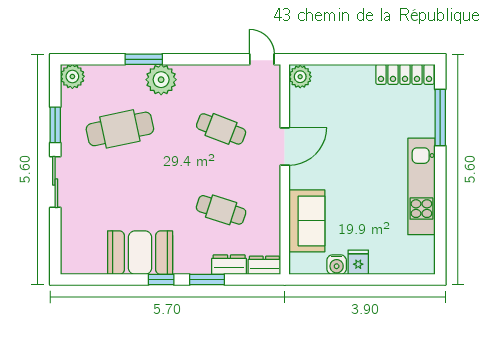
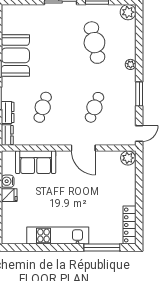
window: (144, 59) -> (139, 94), moved
plant: (161, 80) -> (131, 64), width x0.53, depth x0.53

